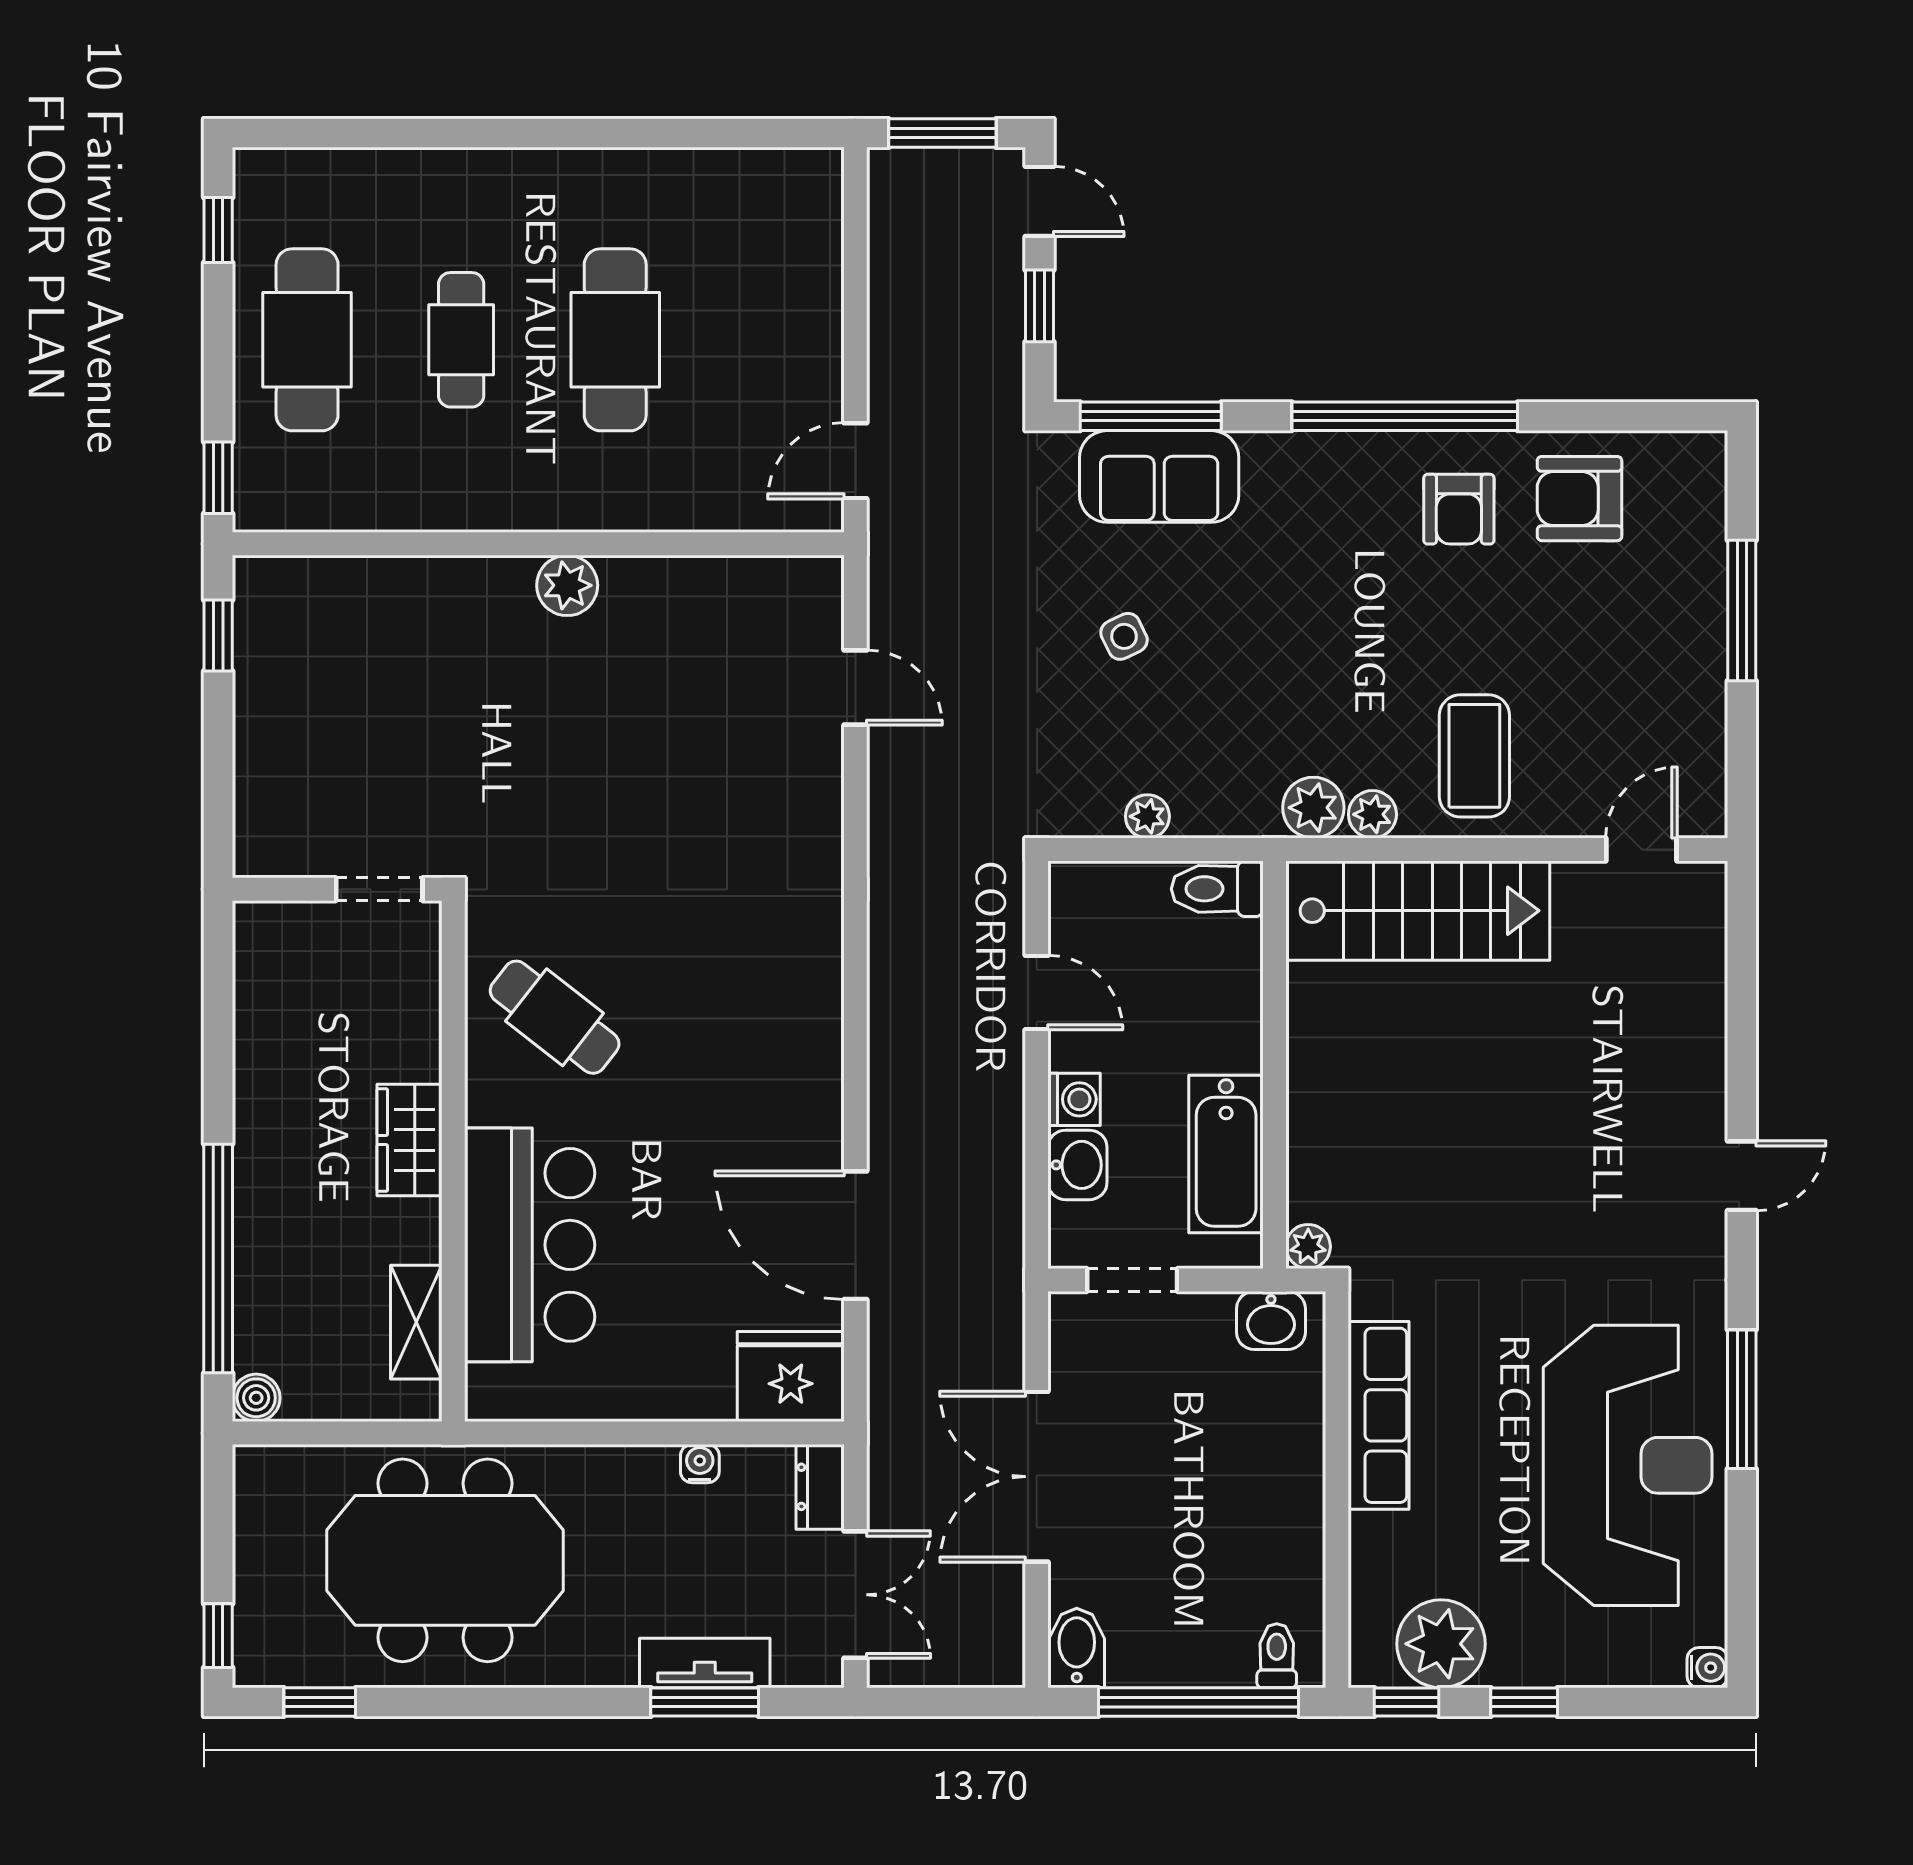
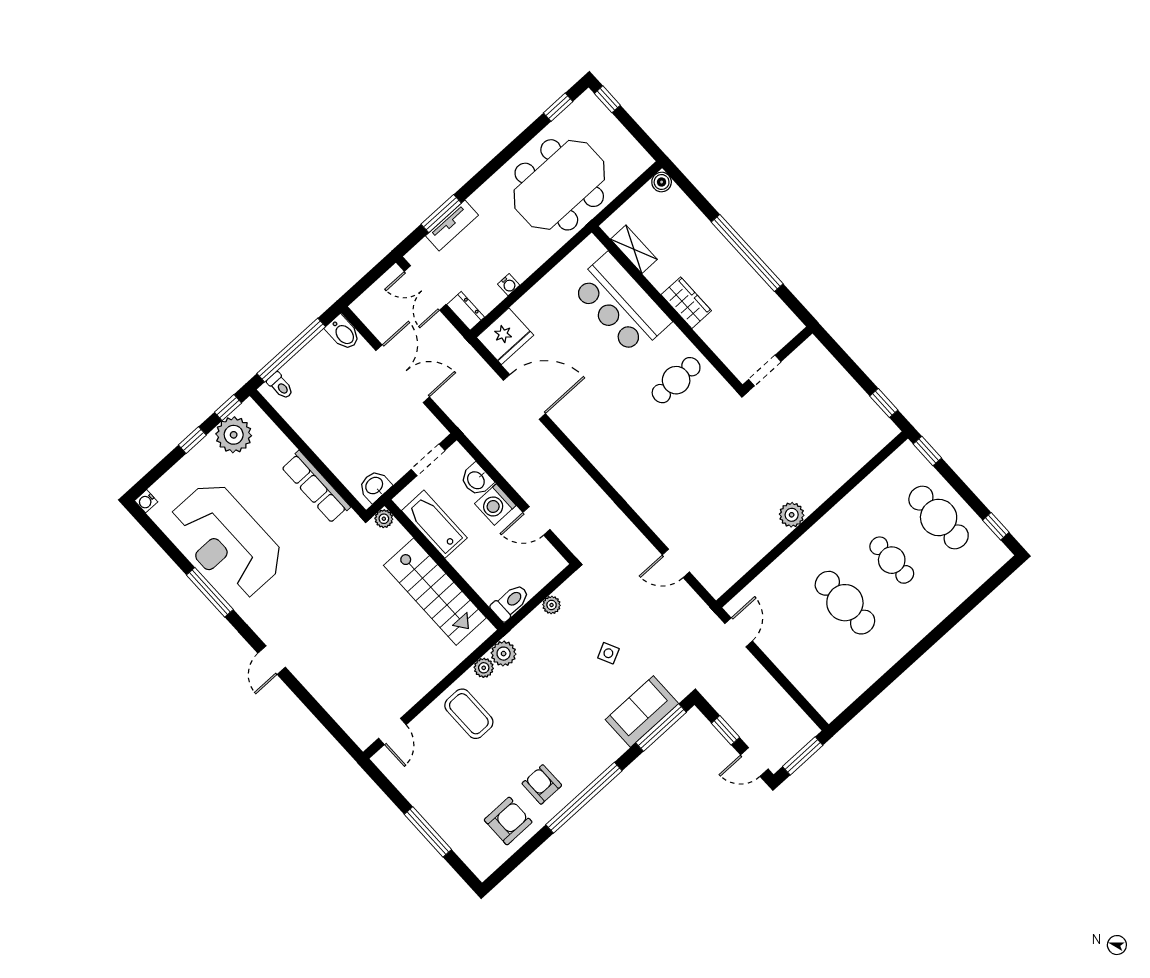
stairs: (1418, 911) -> (435, 592), moved, turned -90
cafe table: (555, 1017) -> (676, 380), turned -38
washing machine: (1074, 1099) -> (495, 505), width x1.38, depth x1.38
window: (218, 1259) -> (747, 253), moved

